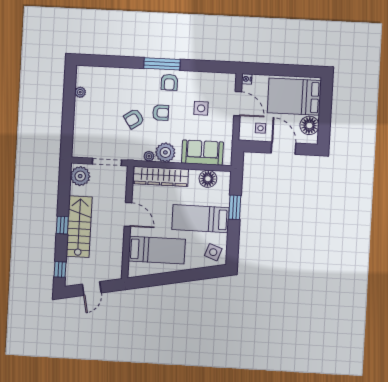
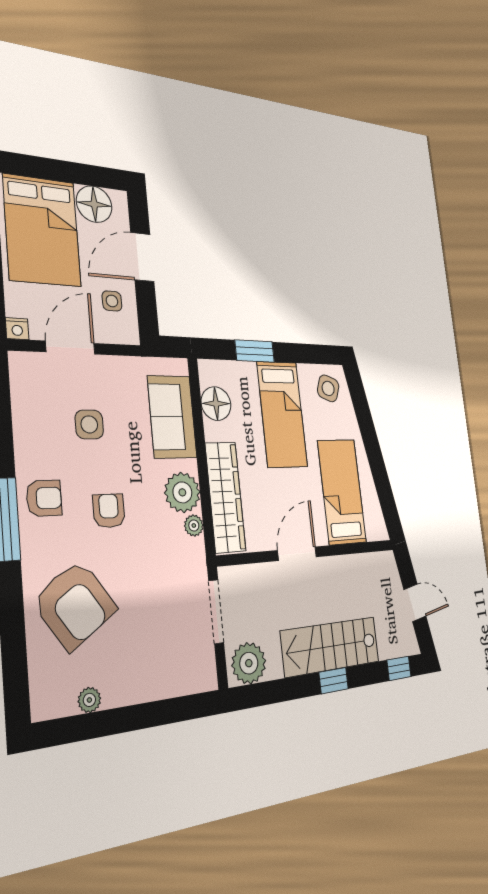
armchair: (134, 119) -> (75, 605), moved, width x1.88, depth x1.88

